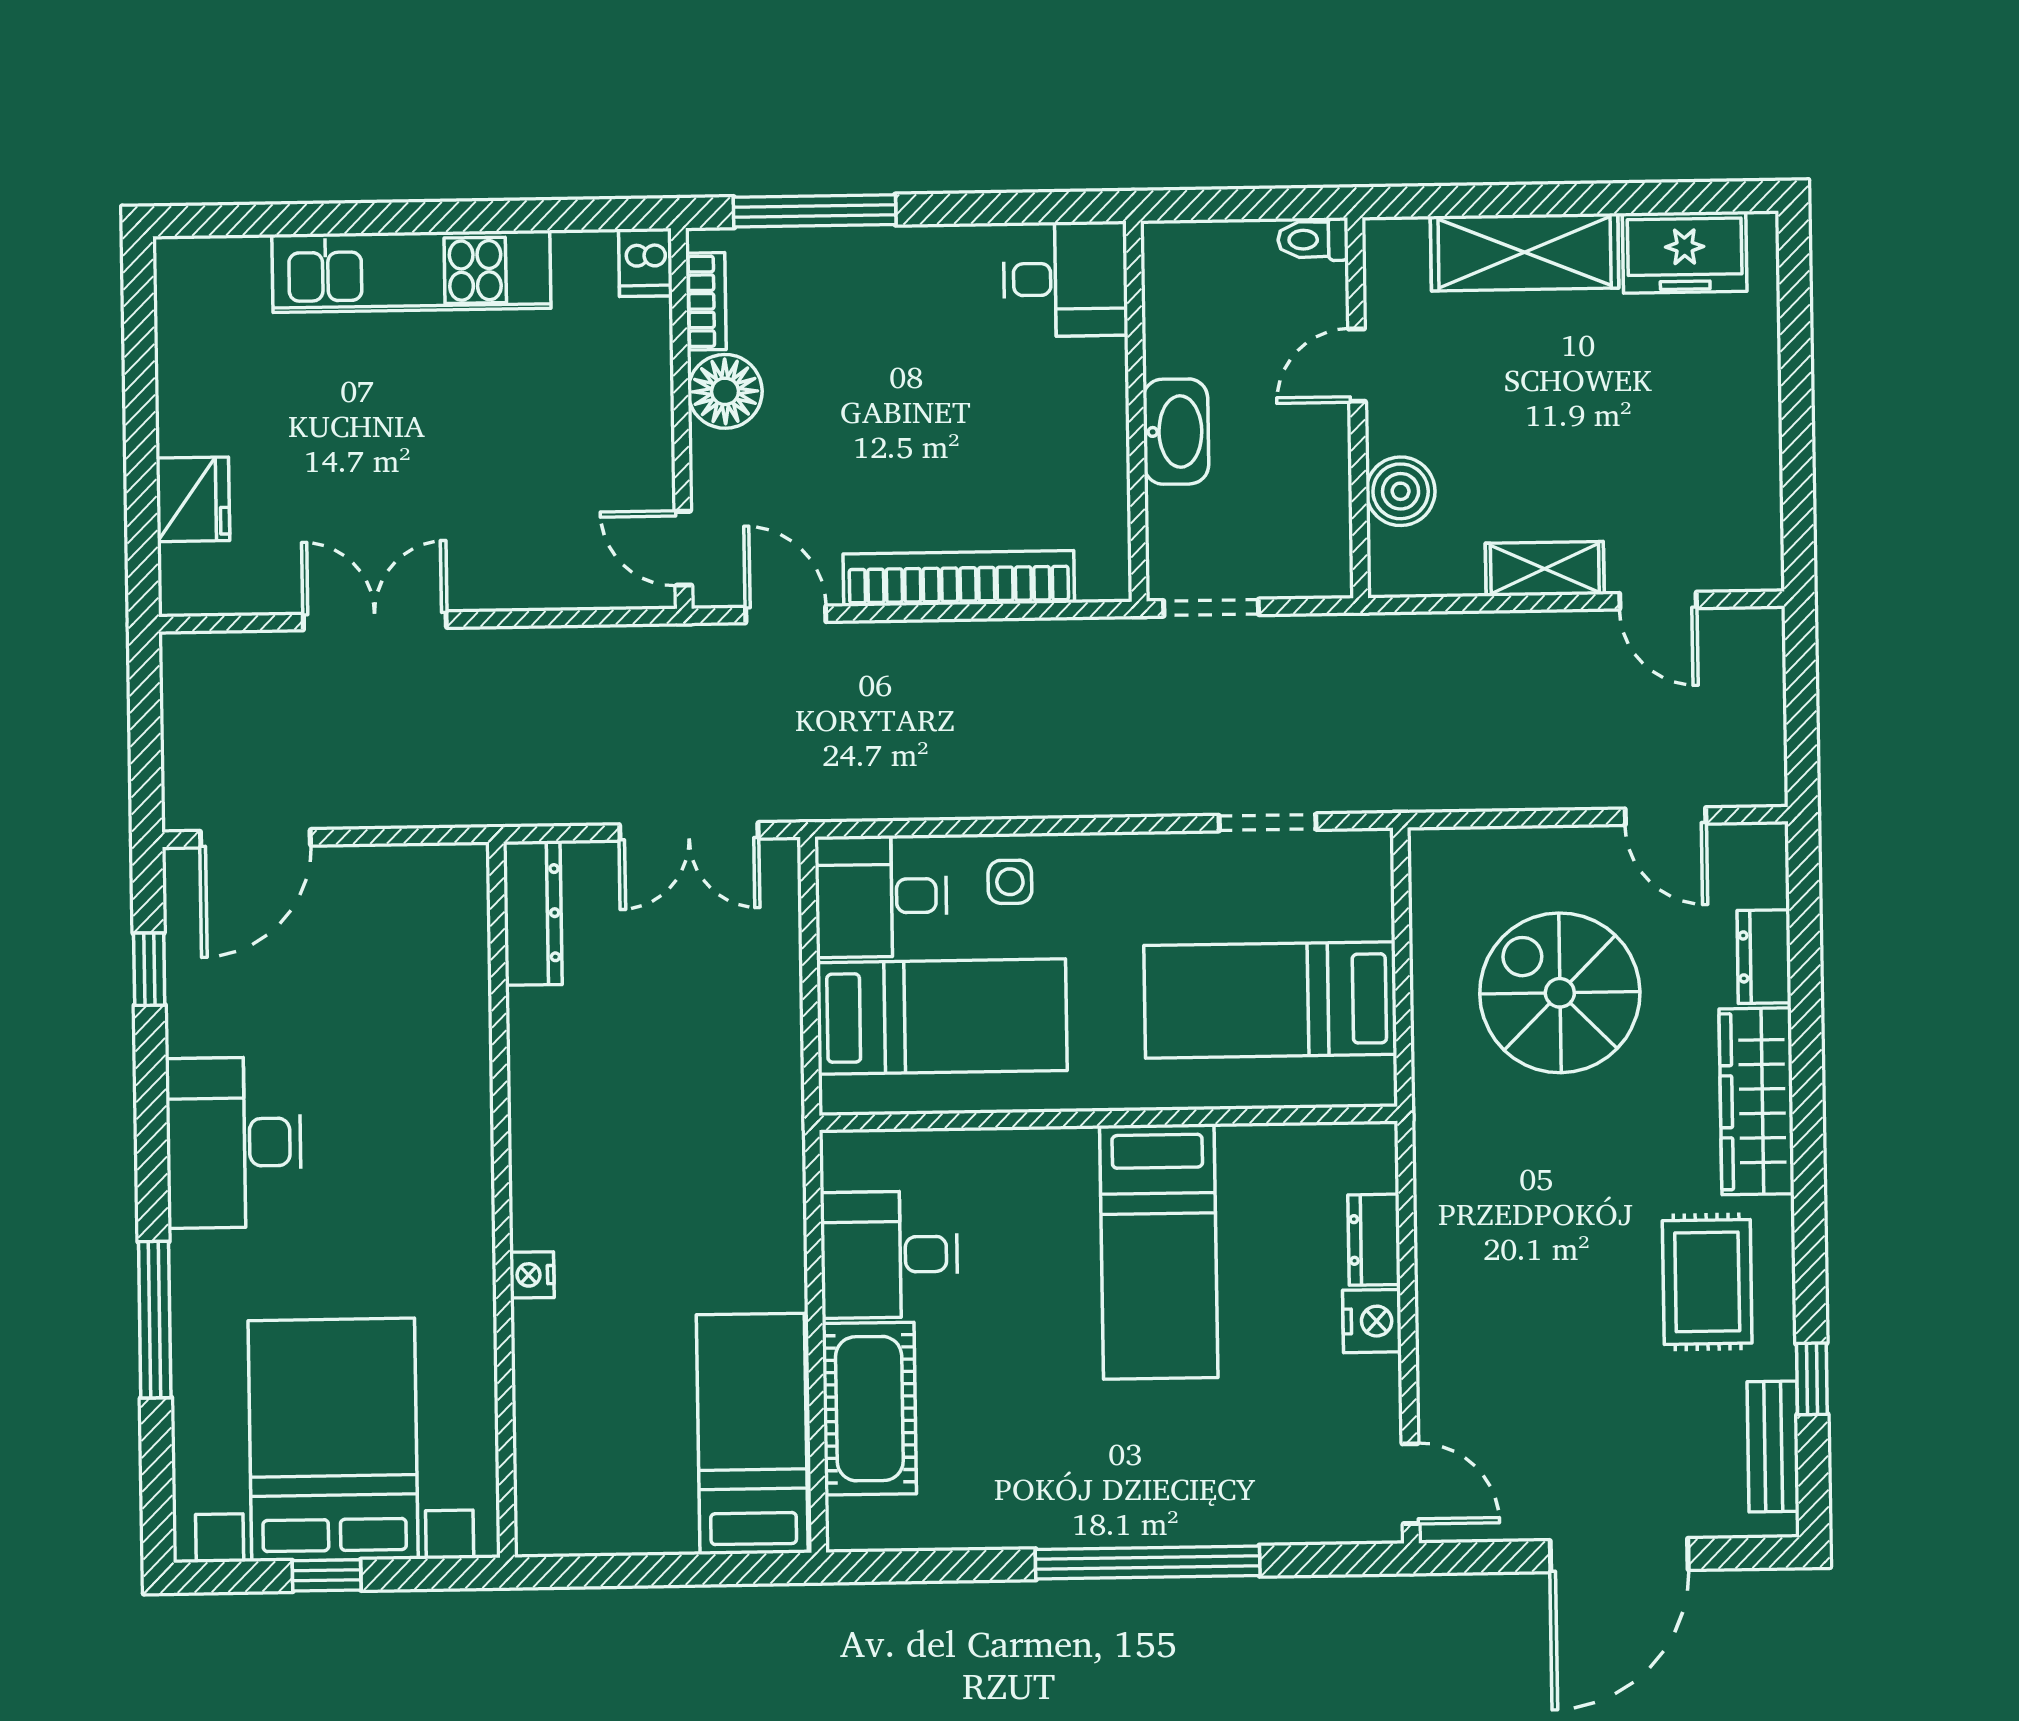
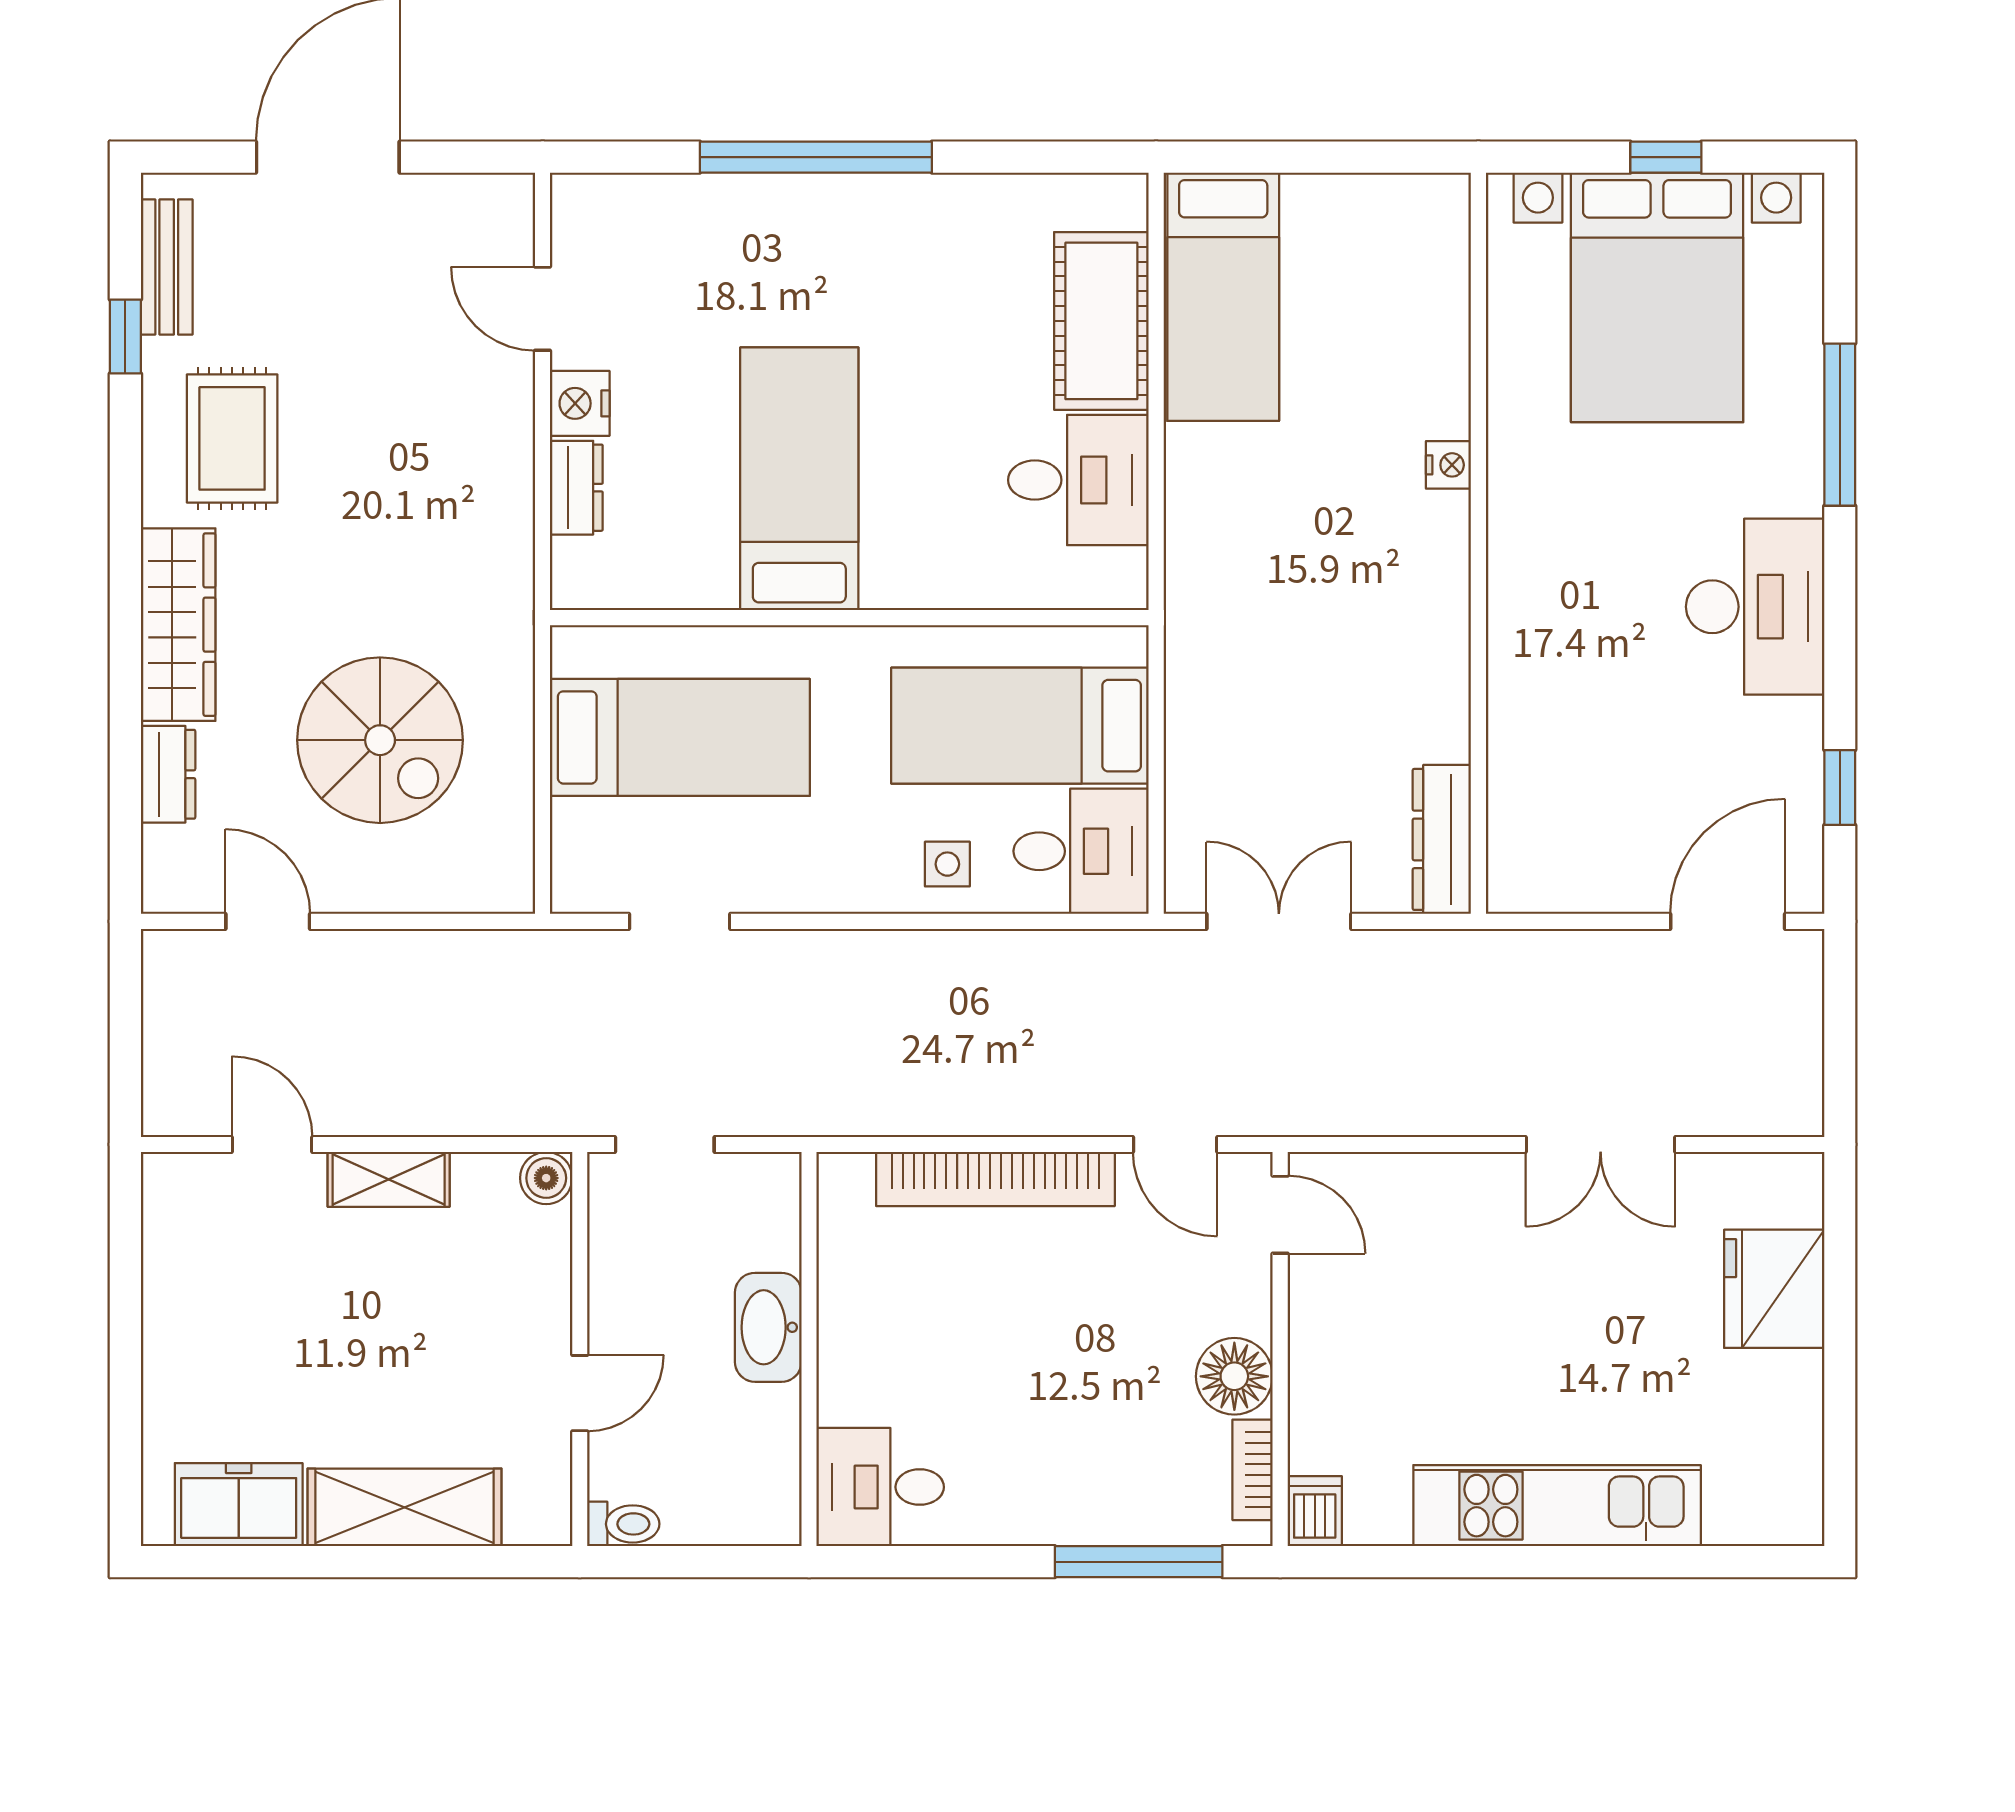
boiler: (1401, 491) -> (546, 1178), moved, width x0.73, depth x0.73
fridge: (193, 499) -> (1774, 1289), width x1.36, depth x1.34
doorway: (1211, 608) -> (665, 1144), moved
door: (1411, 1484) -> (543, 309), moved

